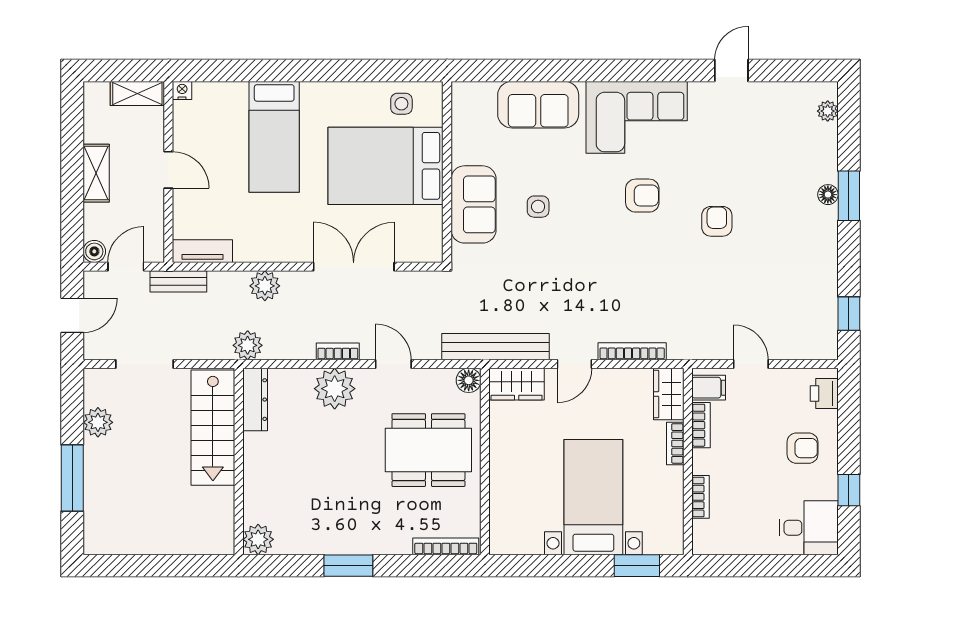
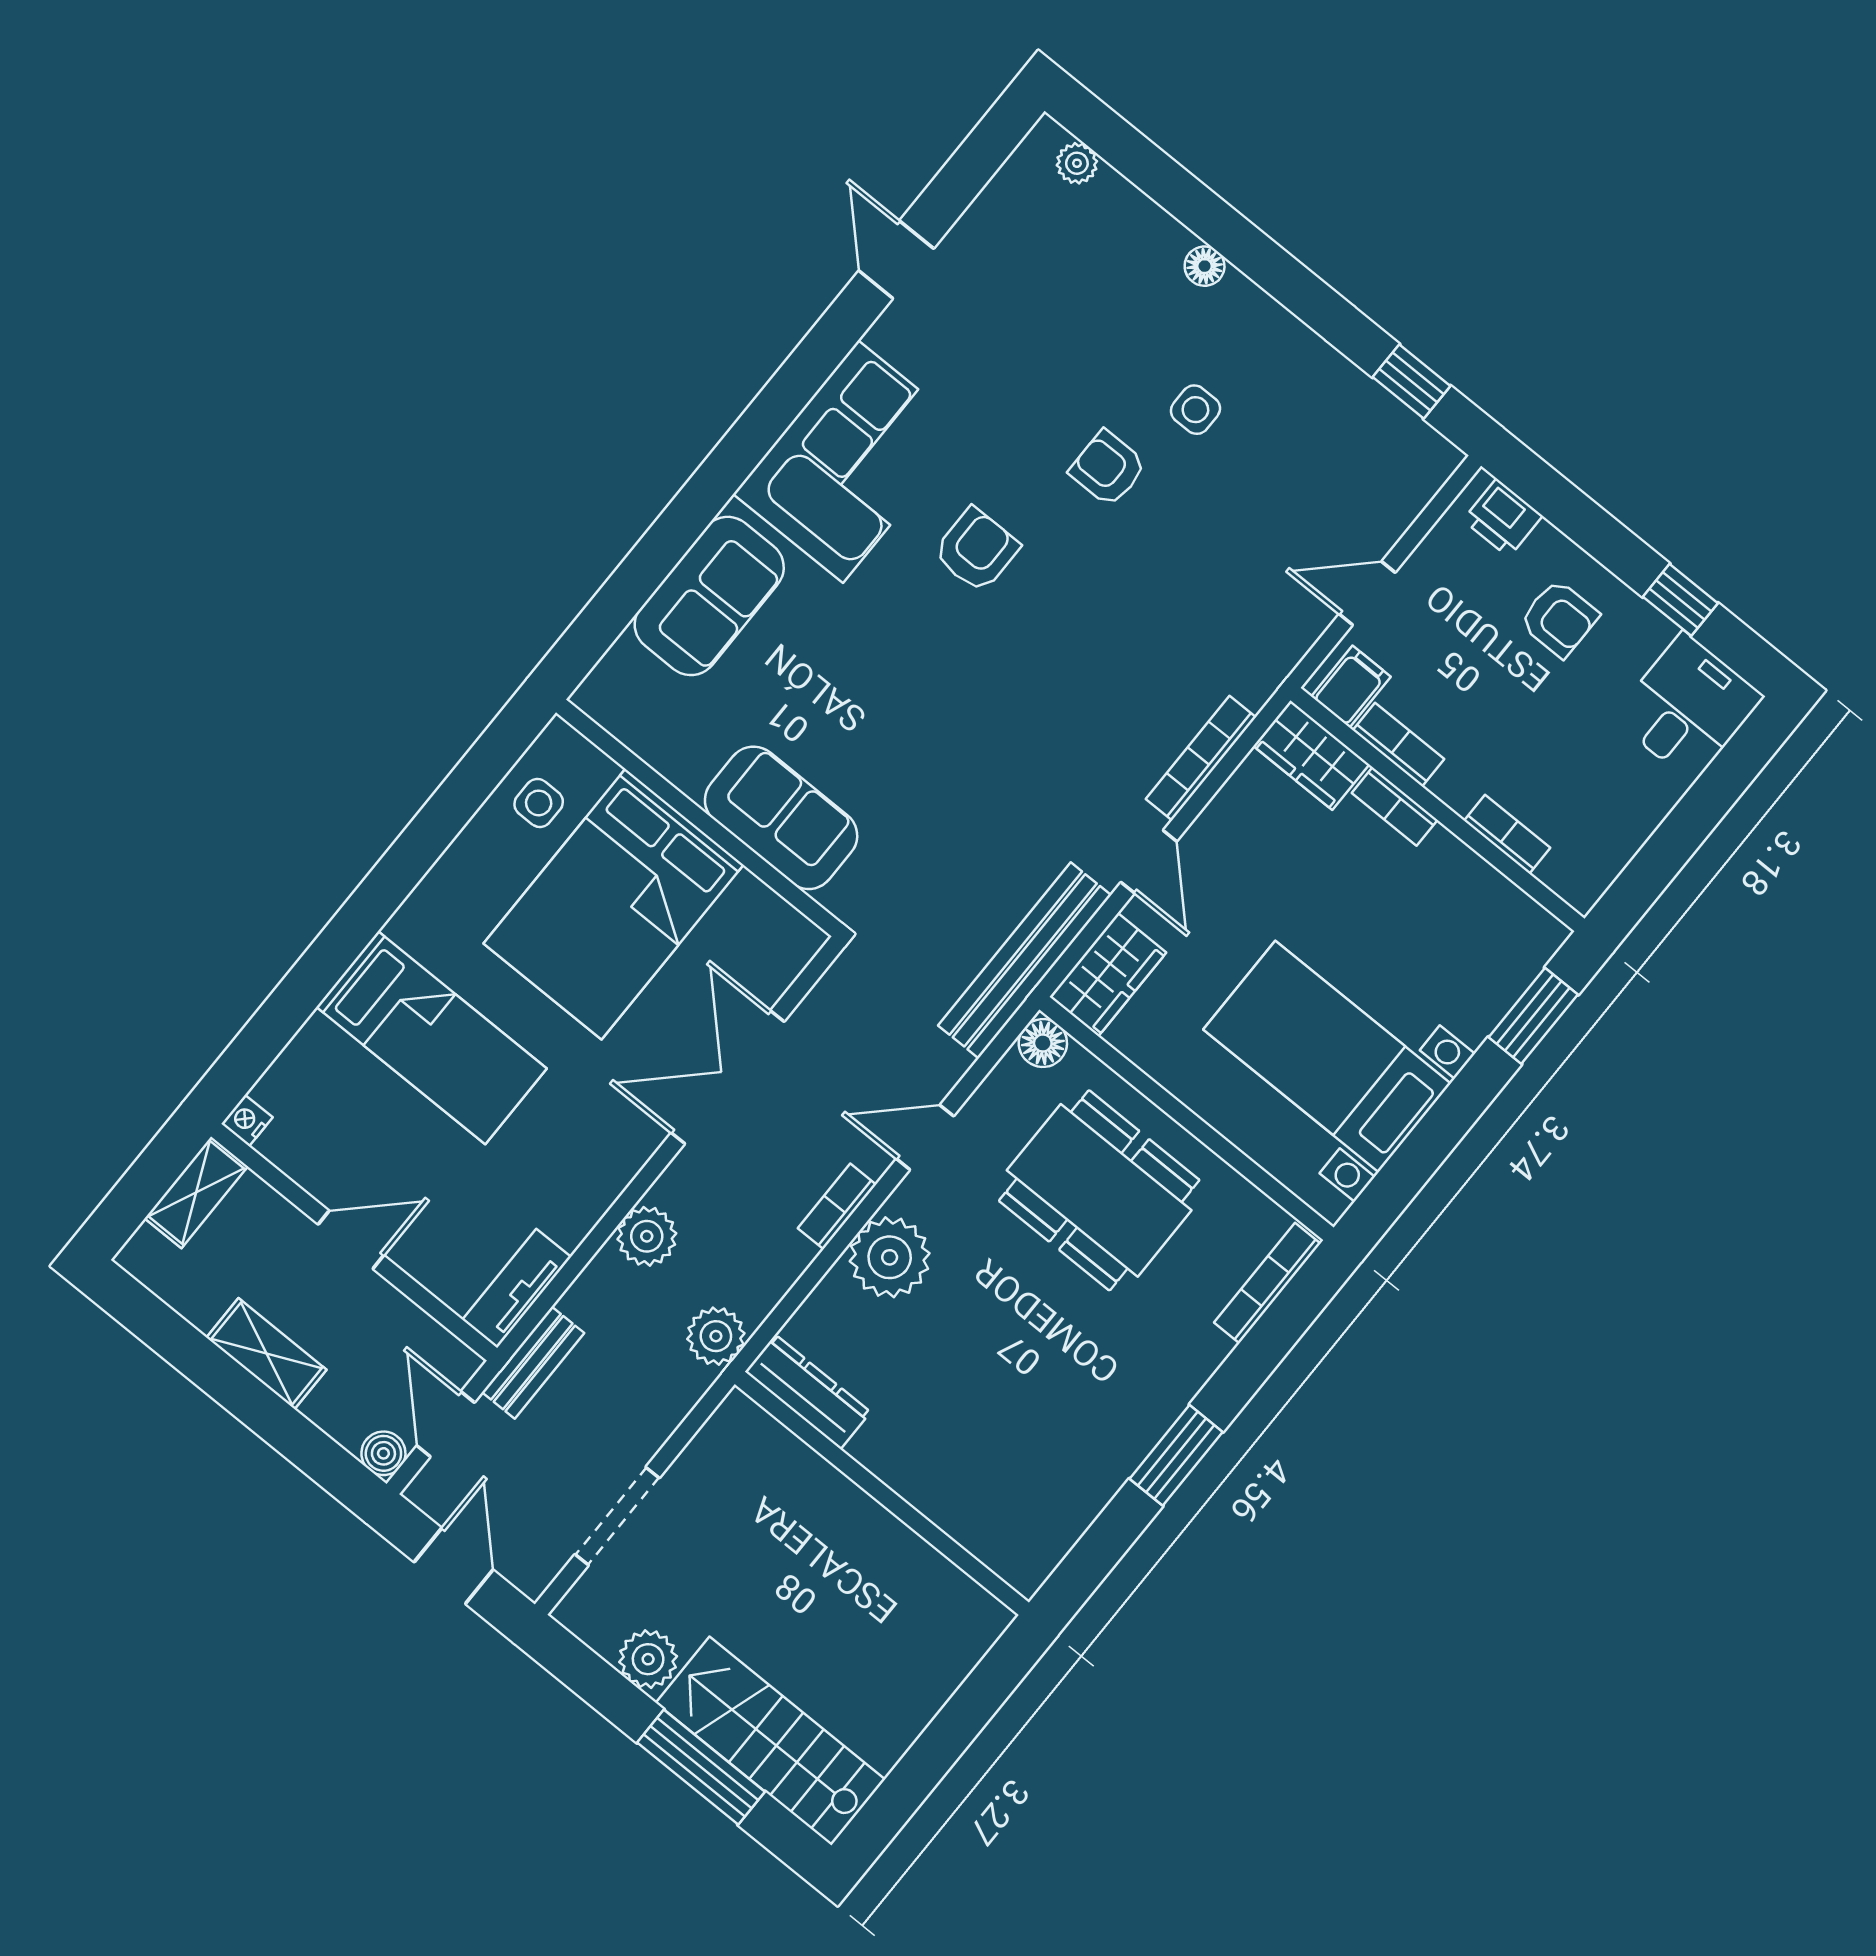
window: (849, 196) -> (1232, 236), removed
side table: (538, 207) -> (1195, 410), moved
stairs: (213, 428) -> (770, 1741), moved, turned 180
armchair: (802, 448) -> (1559, 619), turned 90
dining table: (428, 450) -> (1099, 1190), turned 90
bed with nightstands: (593, 497) -> (1327, 1057), moved
plant: (258, 539) -> (1025, 1560), removed

